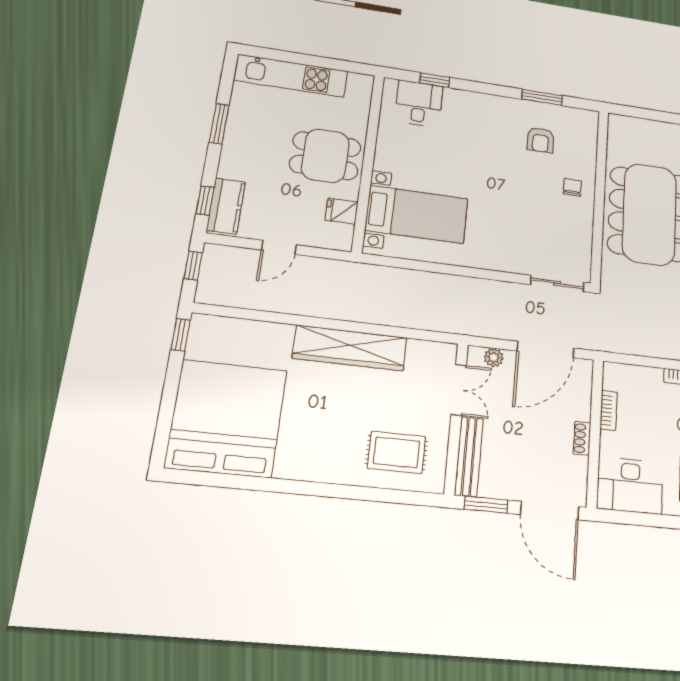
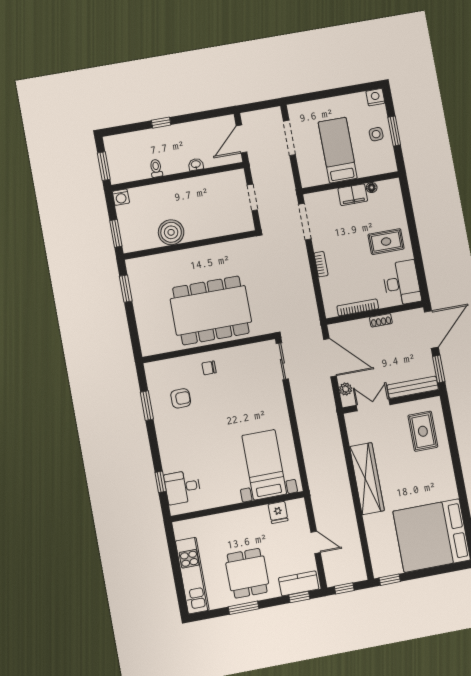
dining table: (325, 156) -> (247, 573), moved
bookcase: (609, 410) -> (358, 307), width x1.56

